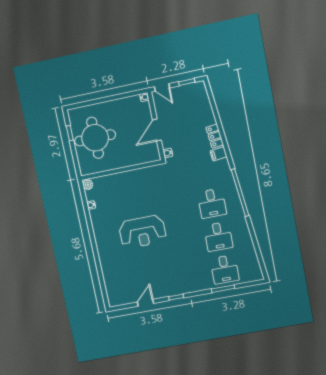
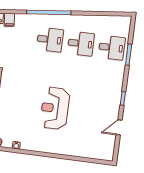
reception desk: (143, 232) -> (55, 108), turned 180
door: (145, 303) -> (119, 127), hinge flipped

